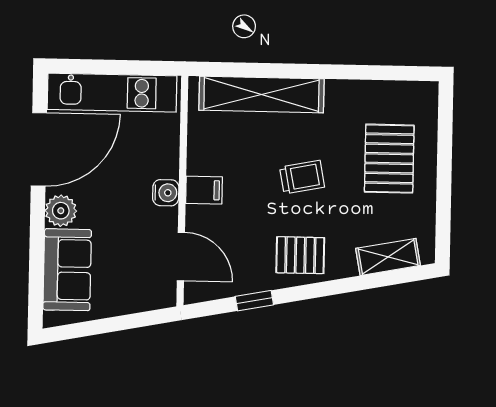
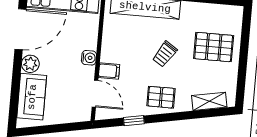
pallet: (389, 159) -> (214, 47), turned 90
trolley: (302, 177) -> (165, 54), turned 134
filing cabinet: (204, 190) -> (109, 71), moved

